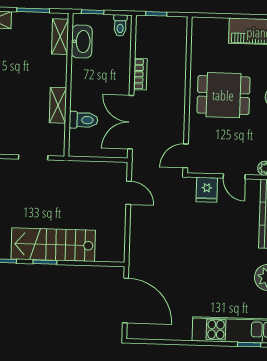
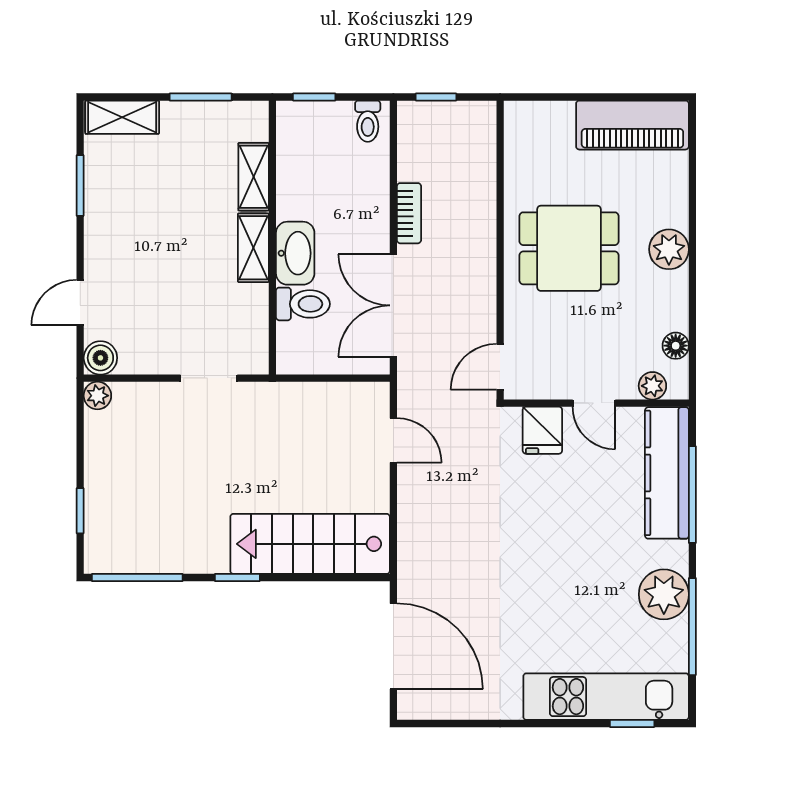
shelving: (60, 37) -> (254, 177), moved
washbasin: (82, 42) -> (295, 253), moved
shelving: (58, 105) -> (253, 248), moved
stairs: (53, 245) -> (310, 544), moved

